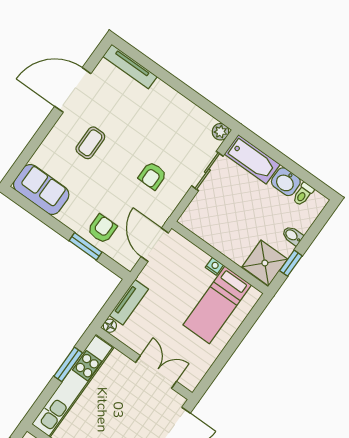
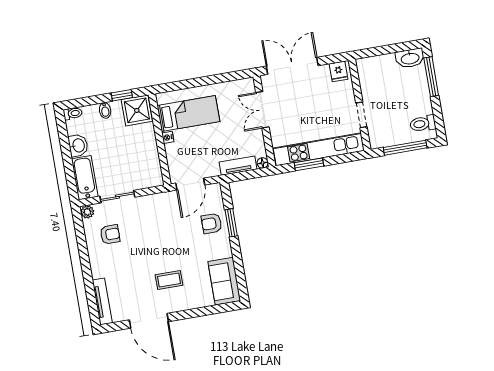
armchair: (153, 176) -> (110, 234), moved
toilet: (303, 194) -> (73, 113), moved

